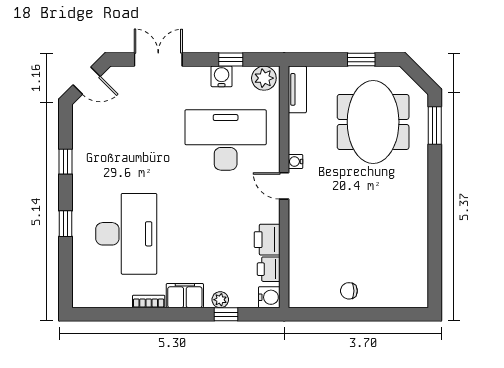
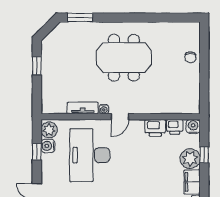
water cooler: (222, 76) -> (48, 146), moved
tv unit: (297, 89) -> (83, 108), moved
meeting table: (373, 122) -> (124, 58), moved
chair: (349, 291) -> (190, 57), moved
plant: (220, 300) -> (190, 159), width x1.87, depth x1.87

